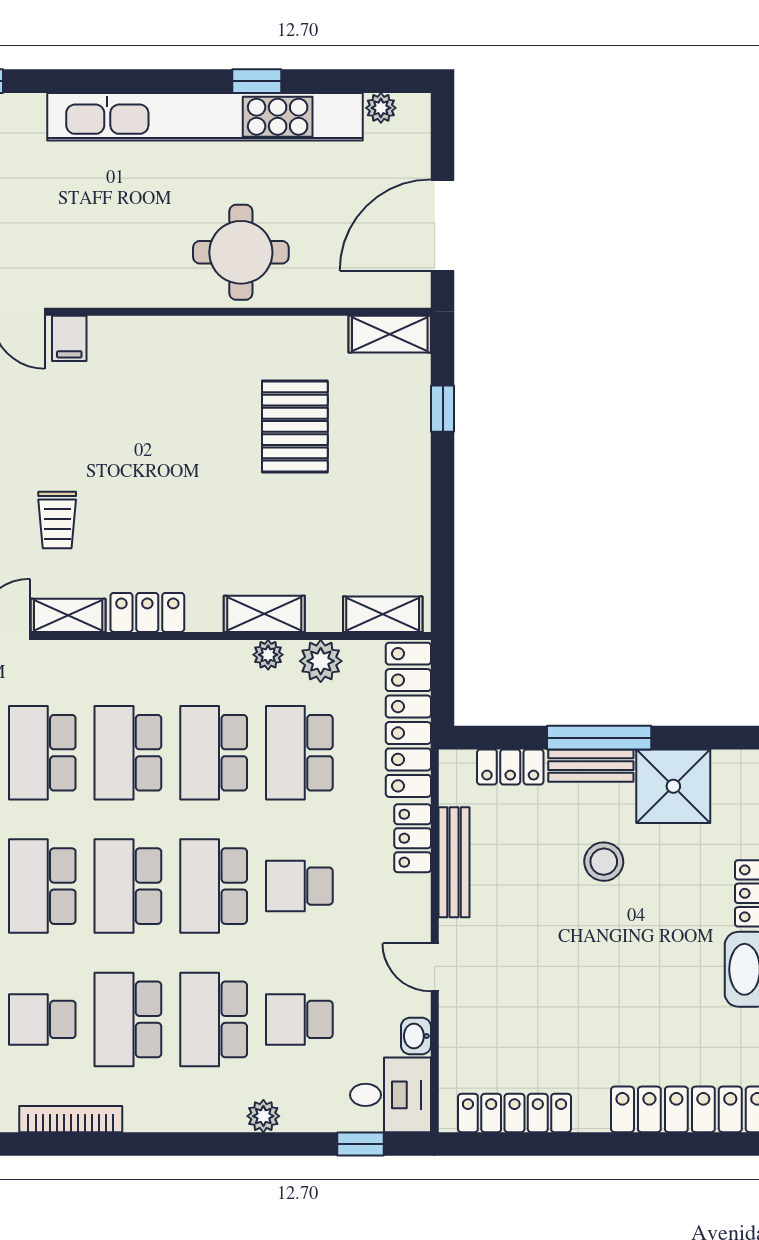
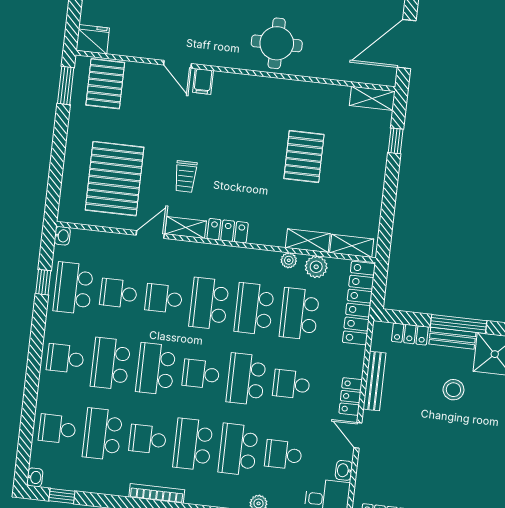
round table: (241, 252) -> (277, 43), moved
pallet: (295, 426) -> (304, 157), moved
shelving: (264, 614) -> (308, 241), moved
school desk: (42, 753) -> (164, 298), width x0.54
locker: (413, 838) -> (351, 396), moved
school desk: (128, 886) -> (201, 374), width x0.54

